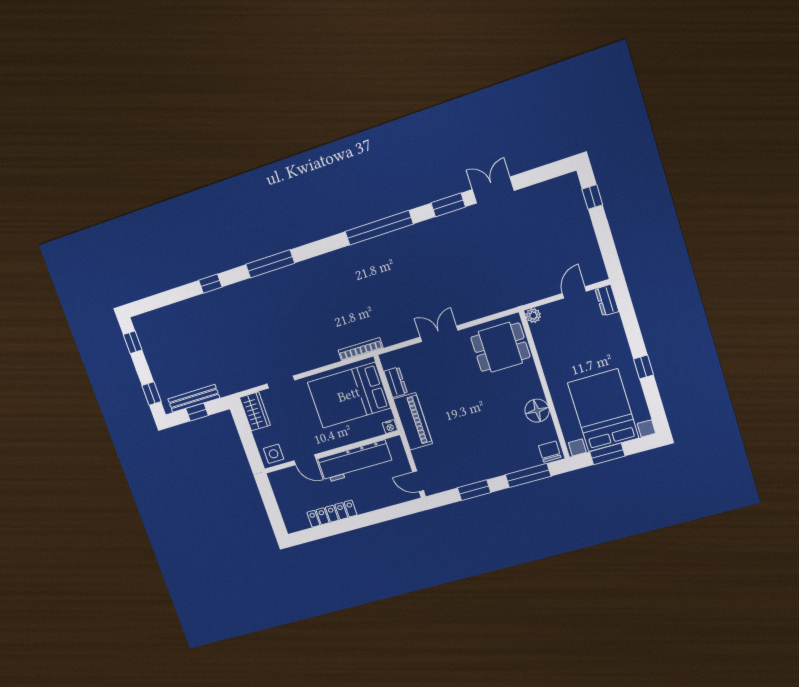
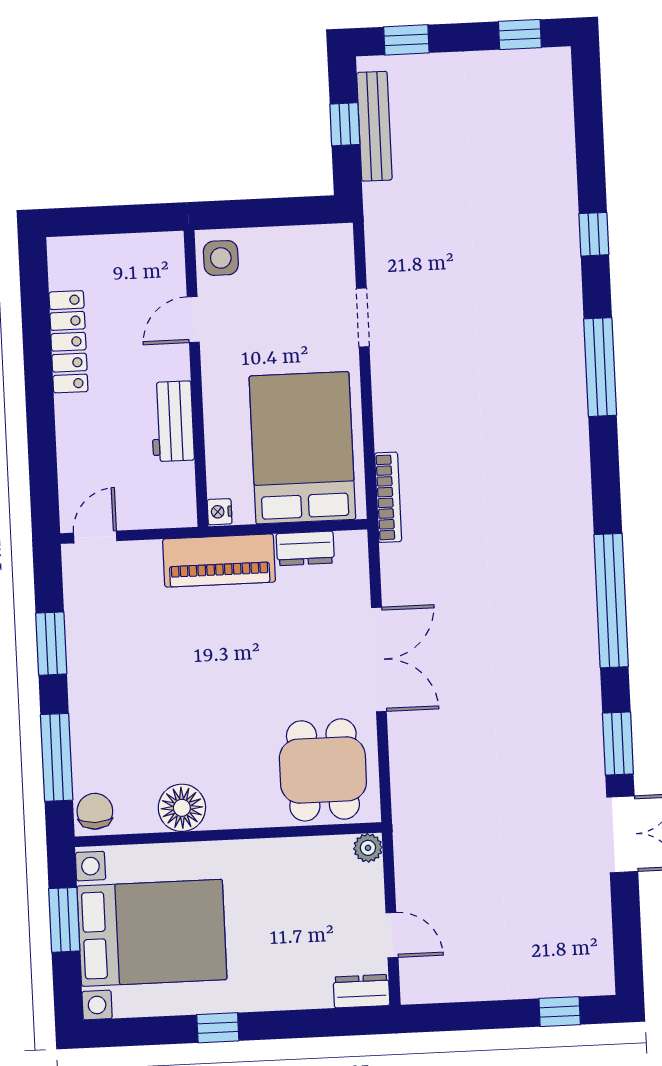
double door: (439, 334) -> (379, 659), width x1.37
wardrobe: (255, 411) -> (317, 246), removed
chair: (550, 452) -> (95, 811), turned -90
workbench: (355, 461) -> (172, 421), width x0.53, depth x0.76

